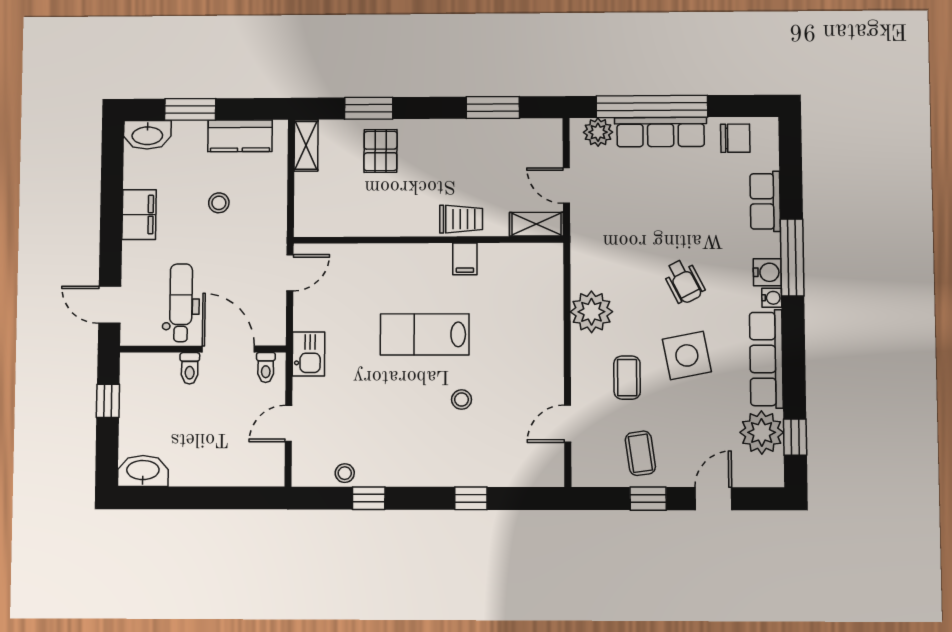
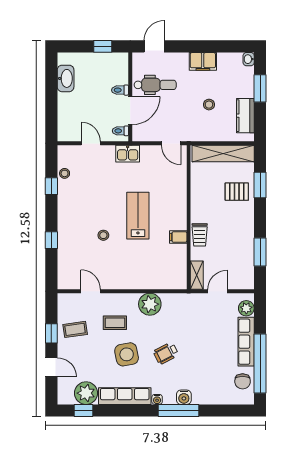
window: (652, 107) -> (260, 363), moved
washbasin: (147, 135) -> (249, 59), width x0.52, depth x0.69
shelving: (306, 145) -> (223, 154), width x2.20, depth x1.33
row of seats: (765, 201) -> (209, 397), removed
water cooler: (767, 272) -> (184, 397), moved
washbasin: (143, 471) -> (66, 78), moved

